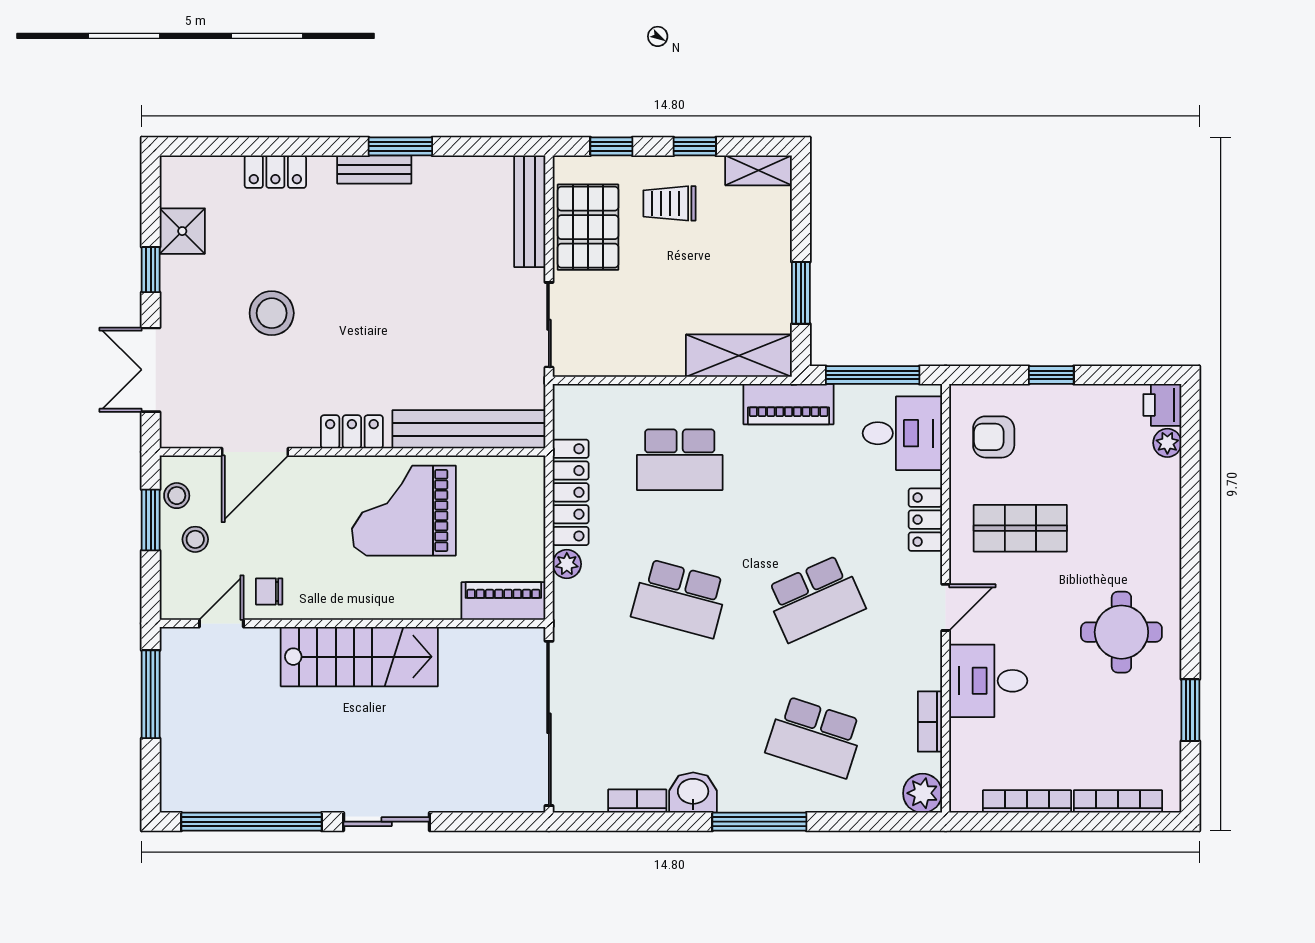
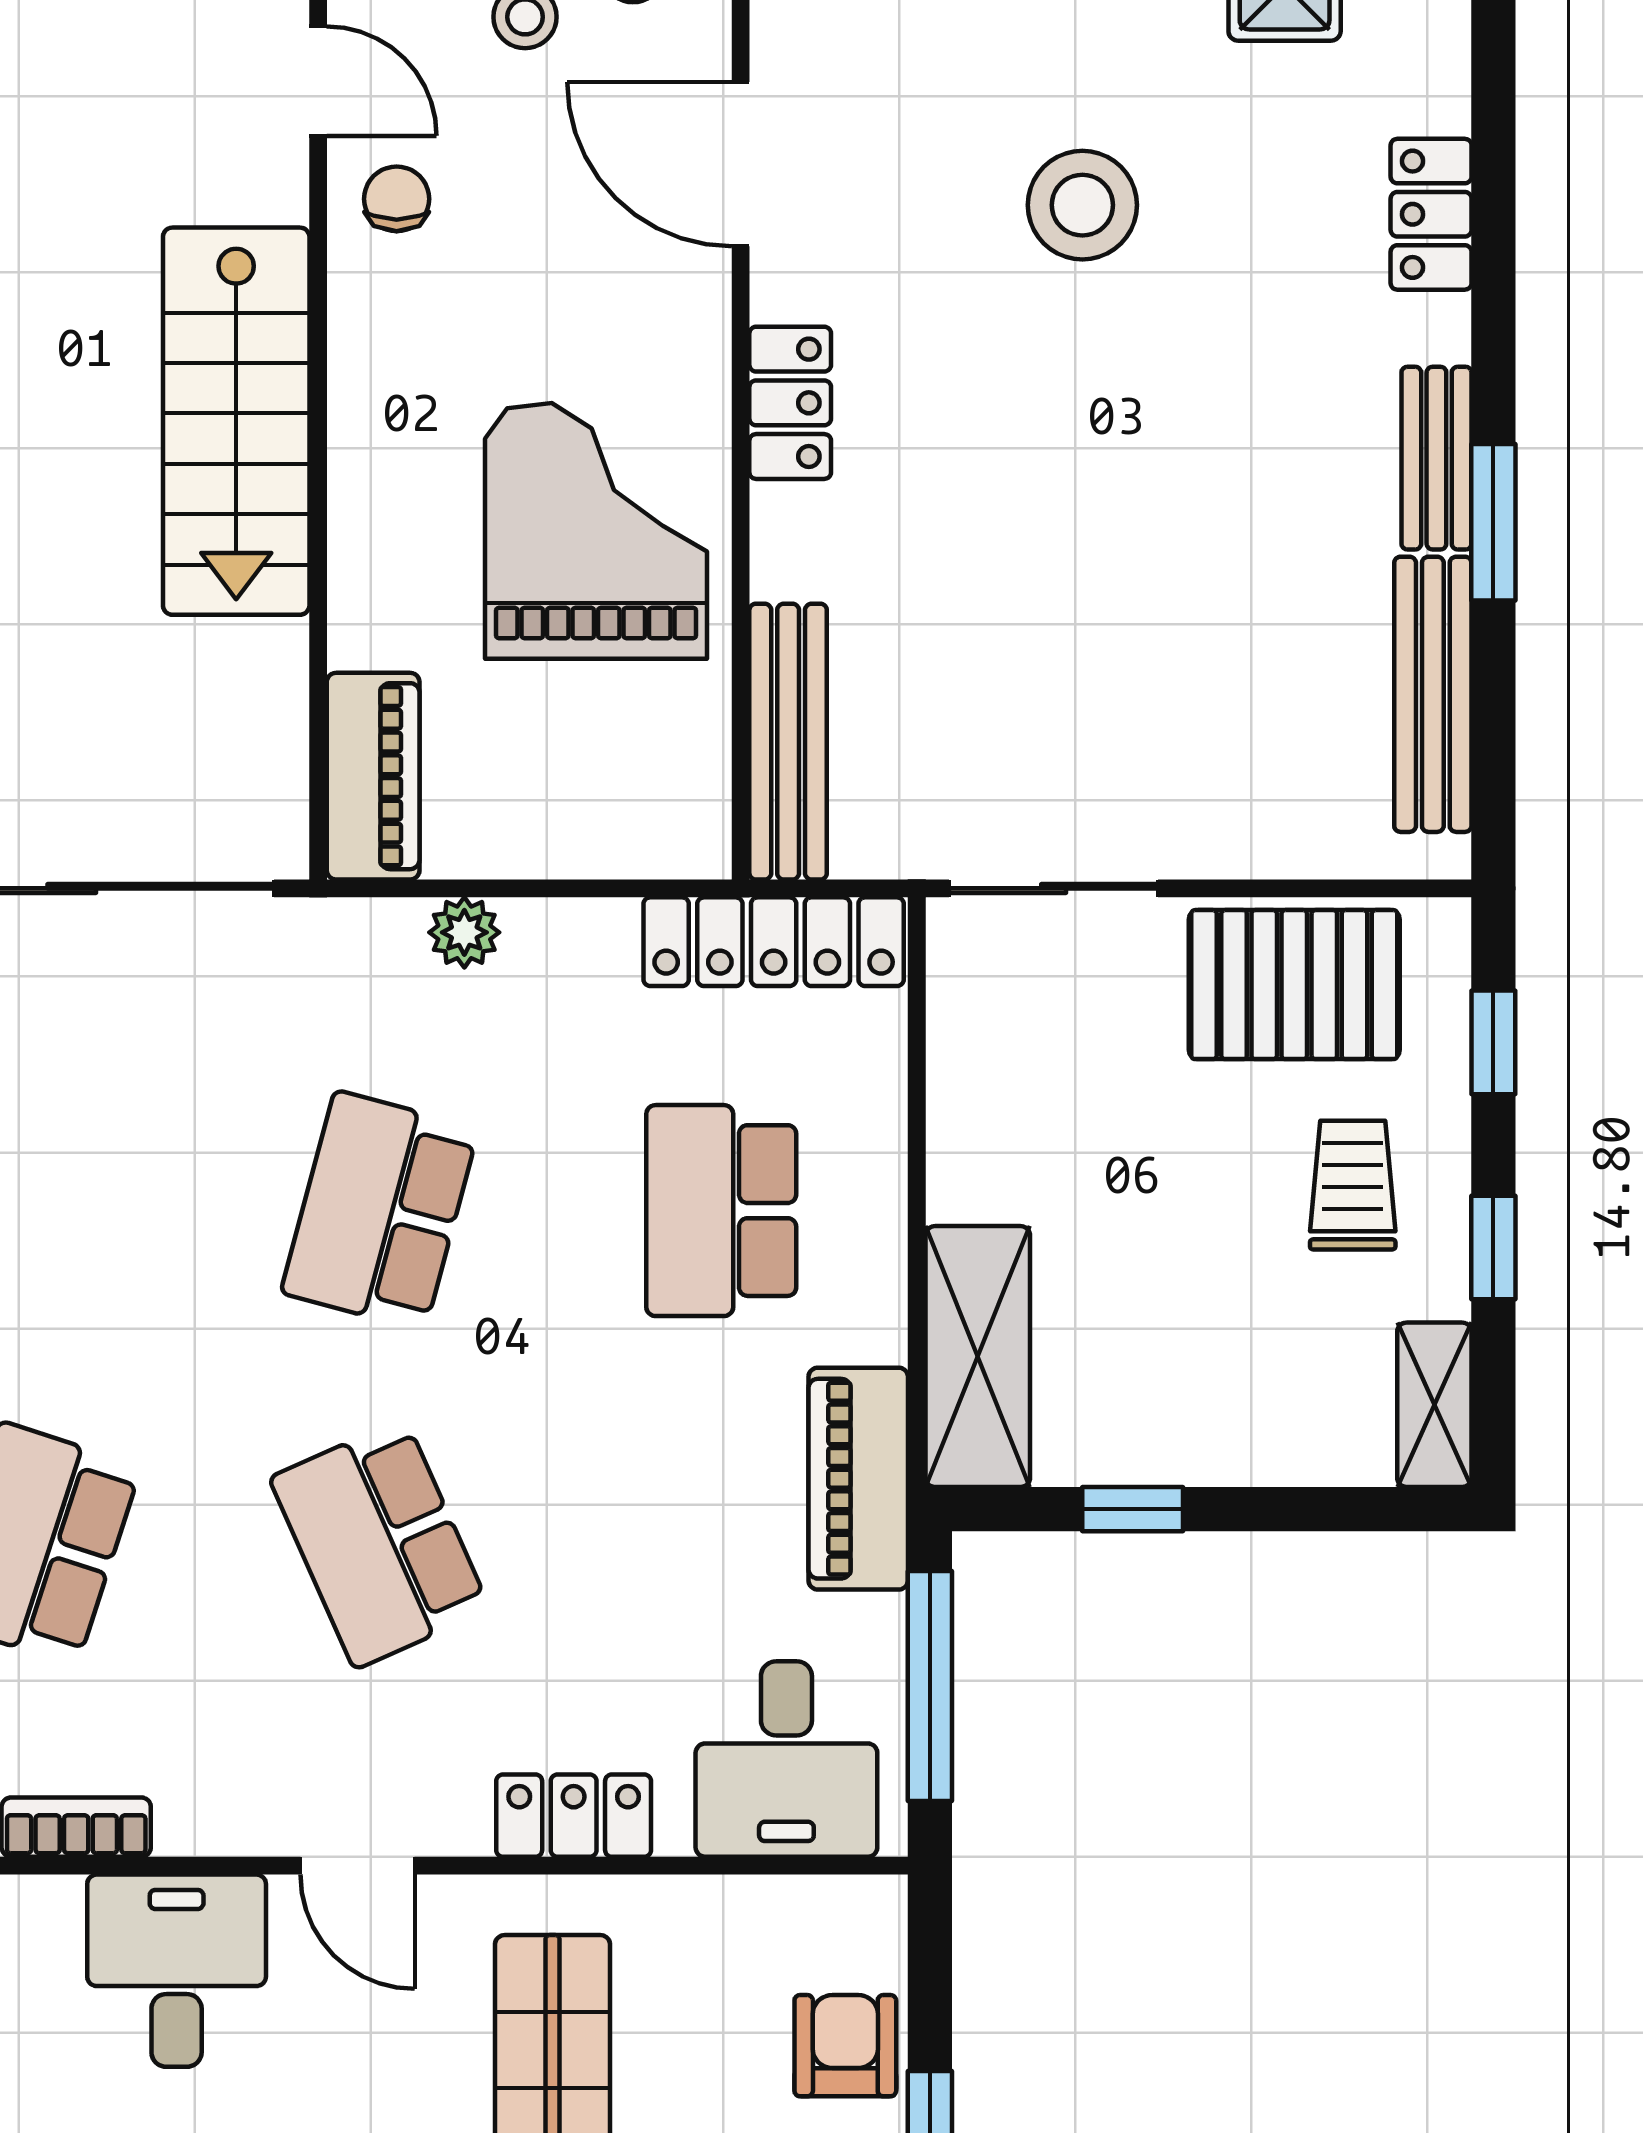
bench: (530, 211) -> (1433, 694), moved, turned 90
window: (801, 293) -> (1133, 1509), width x0.67
bench: (469, 429) -> (788, 742), width x0.73, depth x0.82
armchair: (994, 437) -> (845, 2046), moved
locker: (571, 492) -> (774, 942), moved

